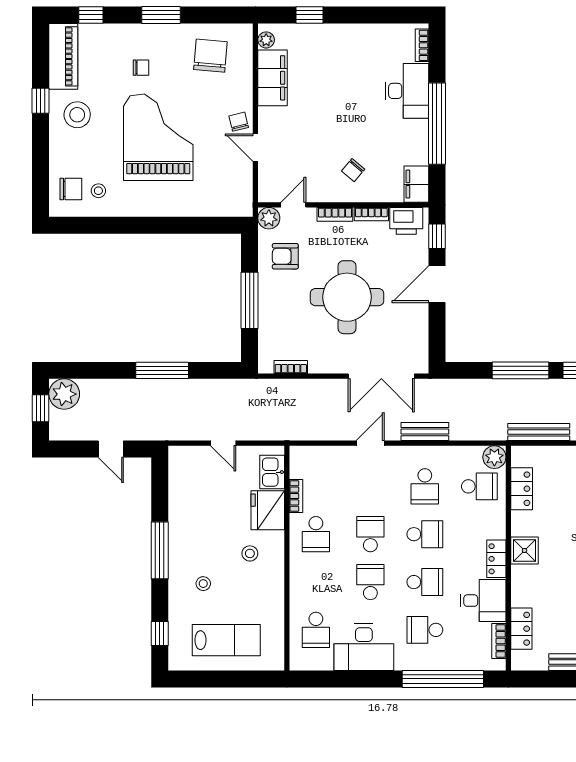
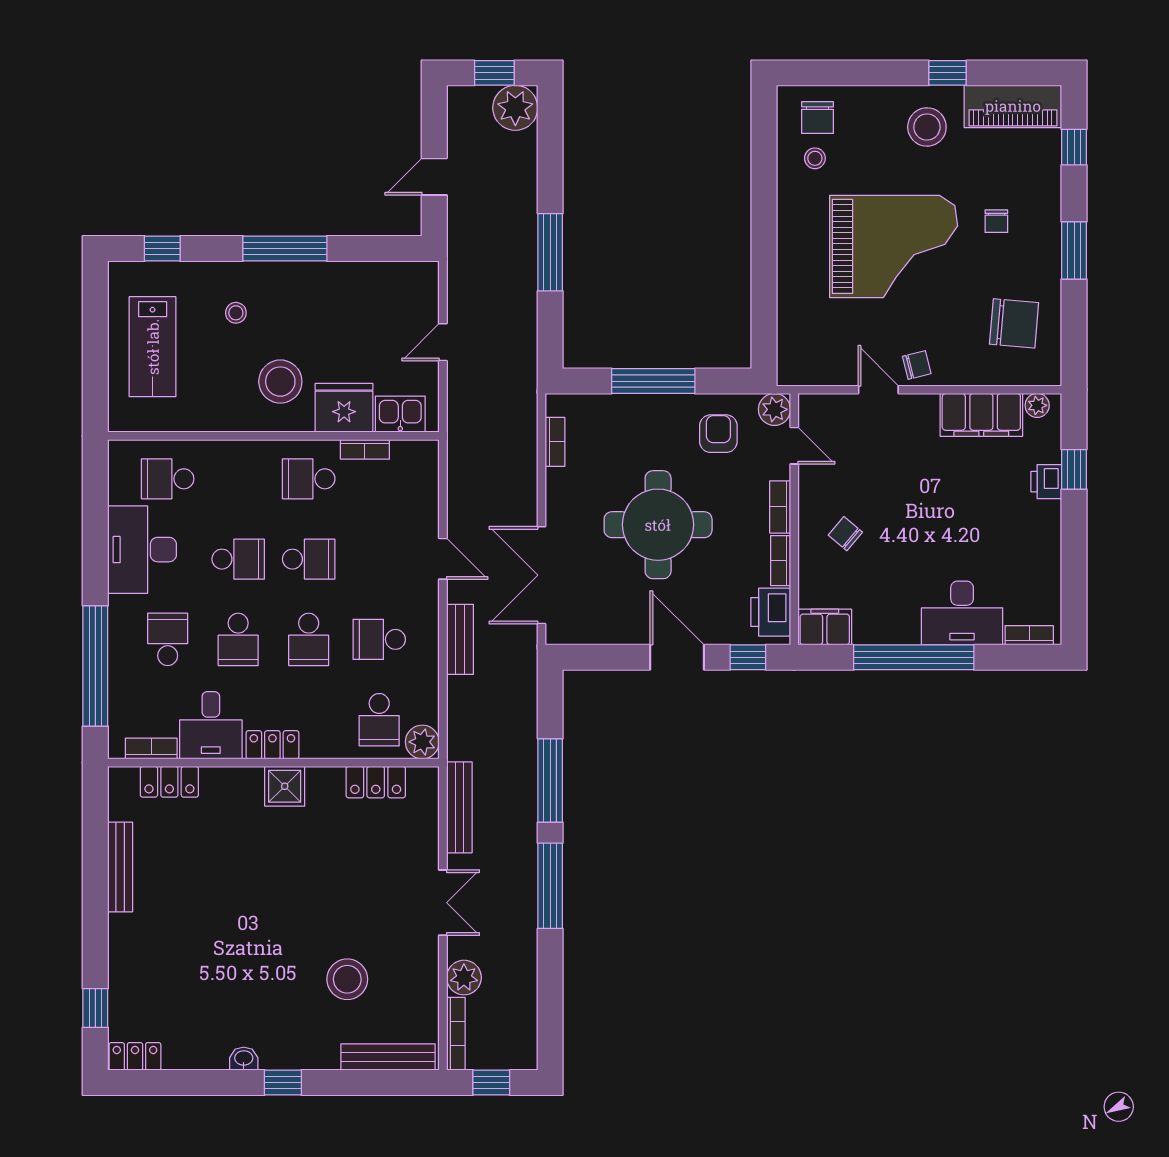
printer: (318, 34) -> (1046, 482), added
door: (255, 148) -> (878, 390), hinge flipped
stool: (250, 553) -> (280, 382), width x1.89, depth x1.89

